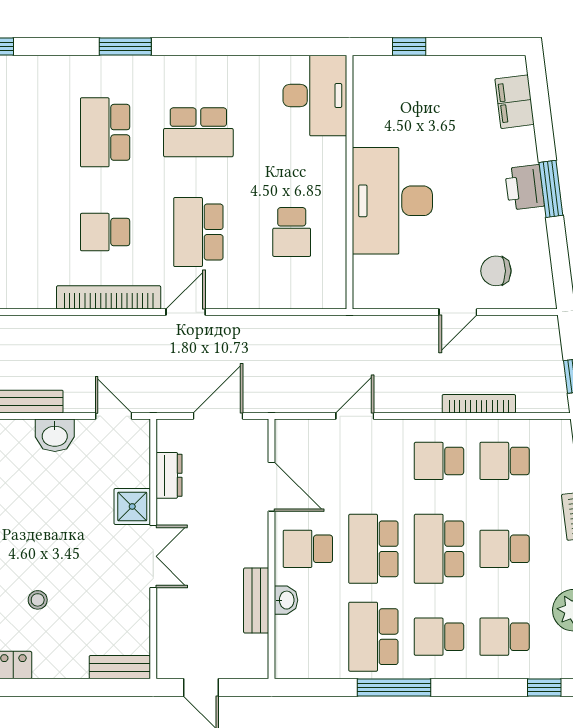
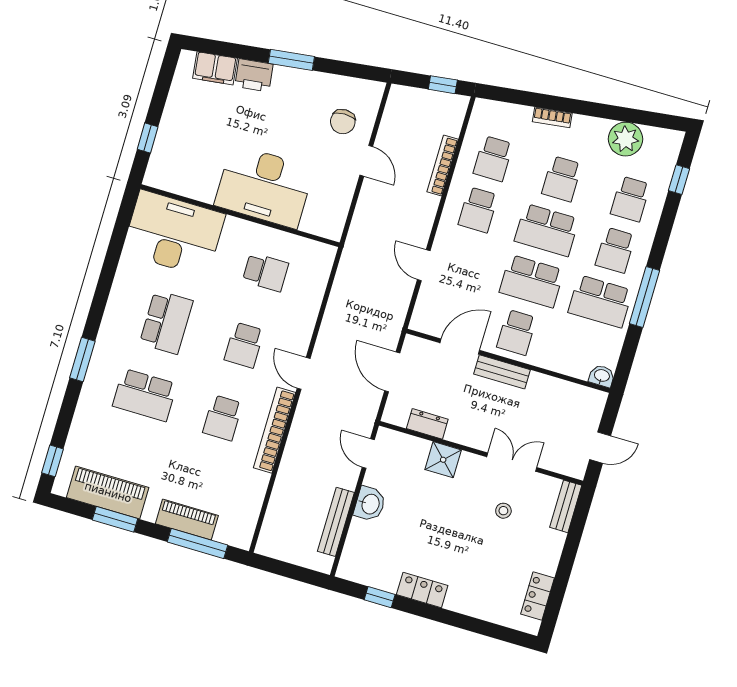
desk: (315, 96) -> (174, 234), width x1.36, depth x1.30
printer: (524, 187) -> (254, 75), moved
school desk: (198, 232) -> (244, 345), width x0.54
door: (114, 416) -> (368, 453), hinge flipped
double door: (153, 556) -> (512, 462), moved
stool: (38, 600) -> (503, 511), moved
washbasin: (286, 600) -> (602, 376), moved
bench: (256, 601) -> (502, 372), moved

